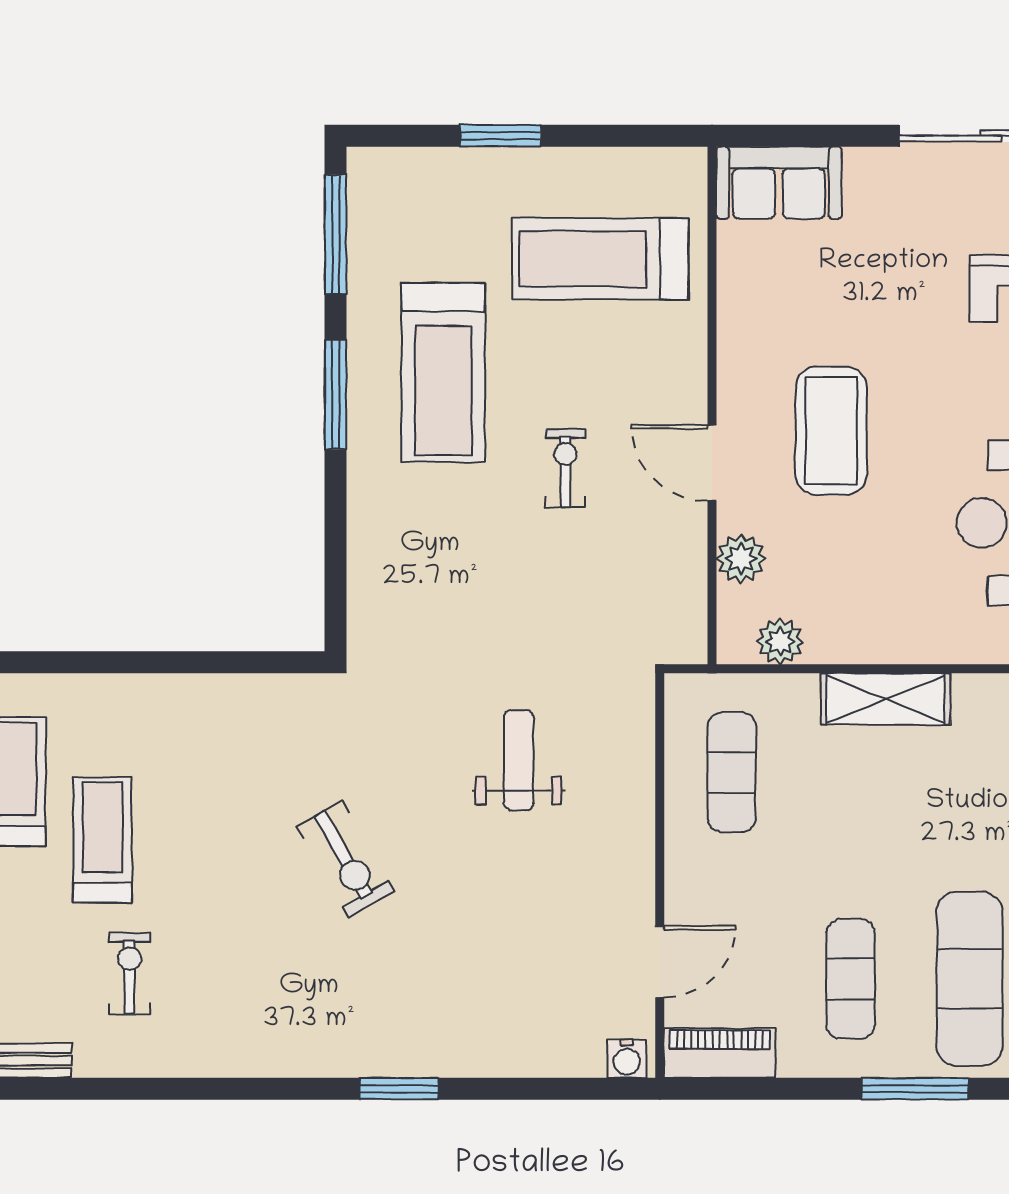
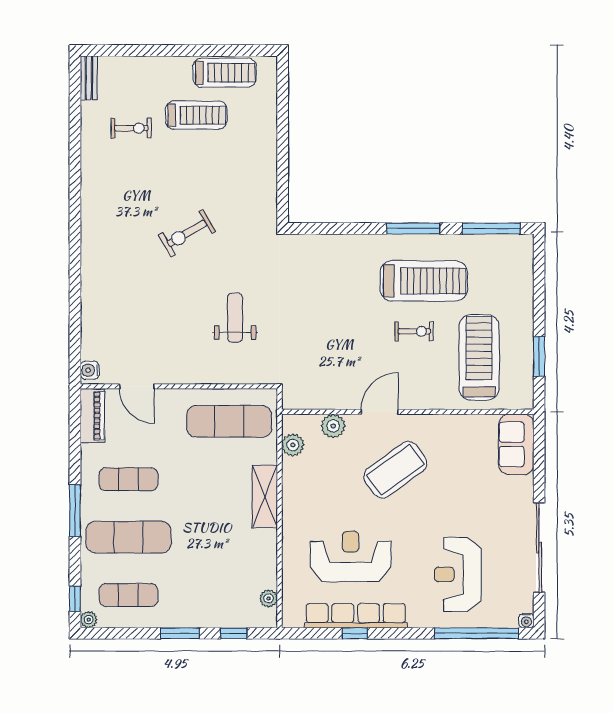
window: (500, 136) -> (539, 356), moved
treadmill: (443, 373) -> (424, 281), turned 180
coffee table: (831, 431) -> (395, 470), turned -36
exercise bike: (565, 468) -> (414, 331), moved
weight bench: (519, 760) -> (235, 318), turned -90
exercise mat: (732, 772) -> (229, 421), width x1.36, depth x1.45
window: (399, 1089) -> (75, 259), removed

